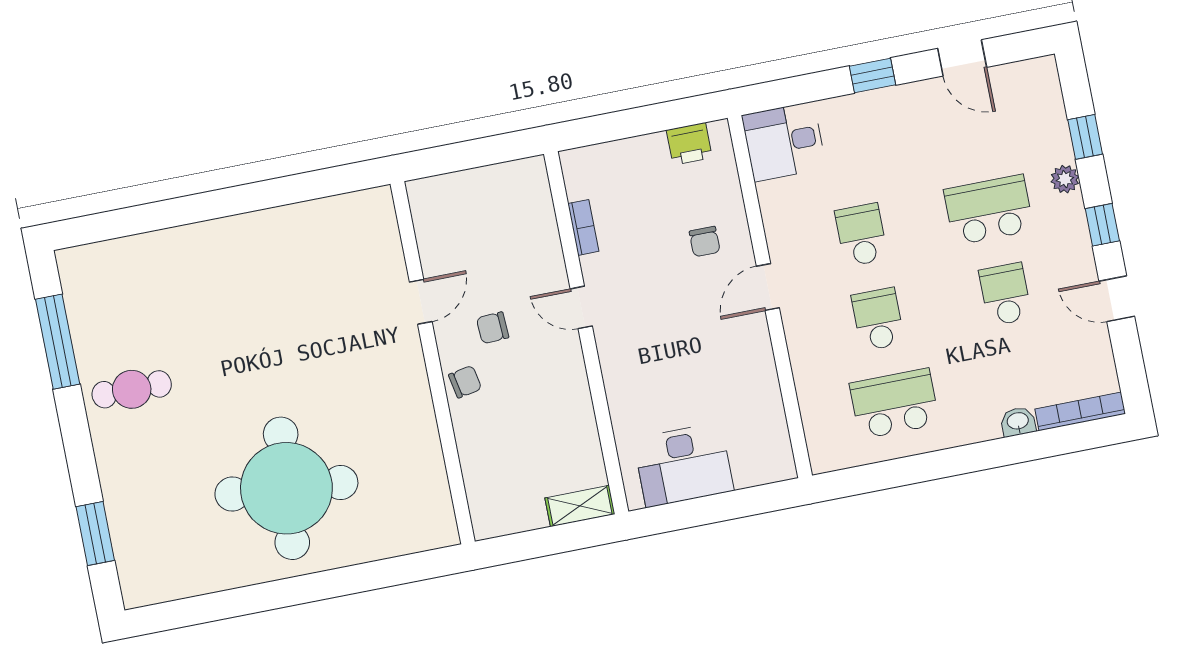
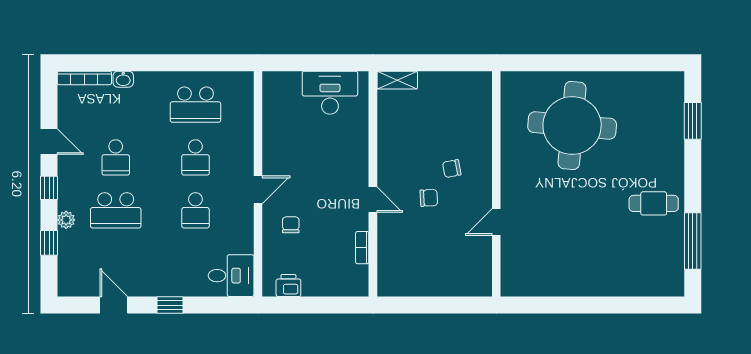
door: (421, 302) -> (496, 222), moved
wall: (433, 363) -> (496, 184), moved

